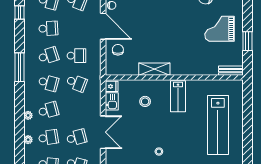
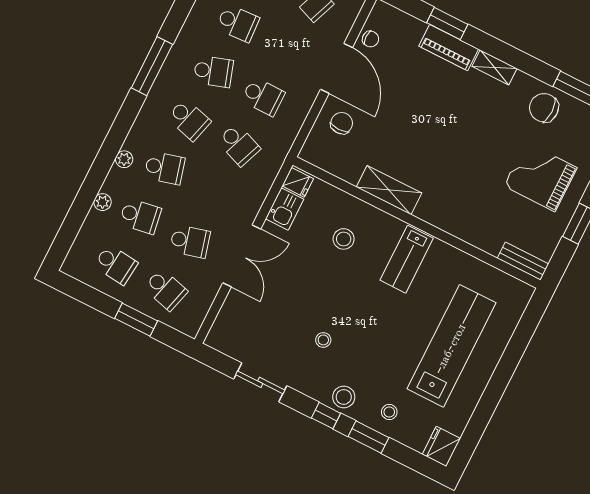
lab bench: (218, 125) -> (452, 346), turned 180

